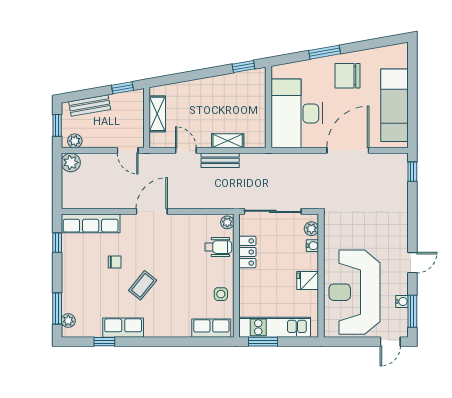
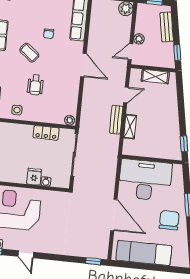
plant: (75, 141) -> (139, 39), moved
plant: (311, 229) -> (59, 182), removed
wheelchair: (218, 247) -> (35, 85), moved
fridge: (308, 280) -> (34, 177), moved

